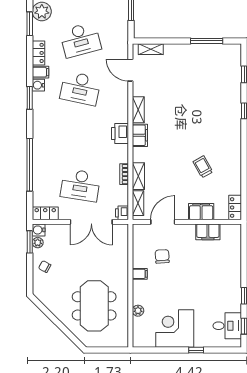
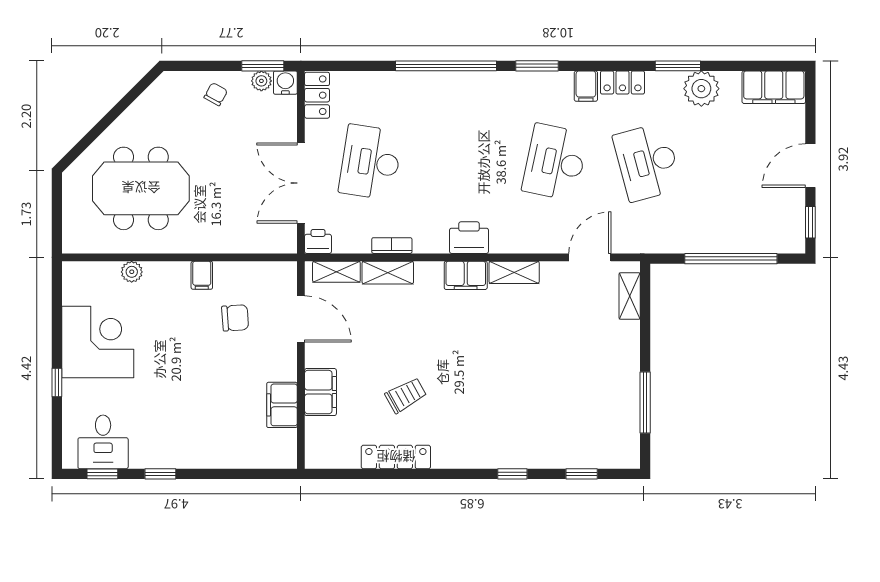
water cooler: (38, 85) -> (561, 82), removed
window: (30, 165) -> (446, 66), moved
locker: (235, 207) -> (396, 457), moved, width x1.53

